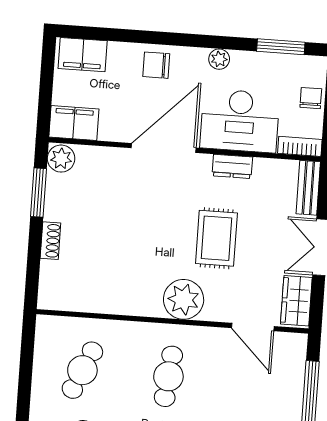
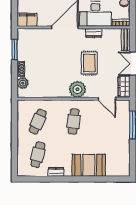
plant: (61, 159) -> (23, 83), moved

